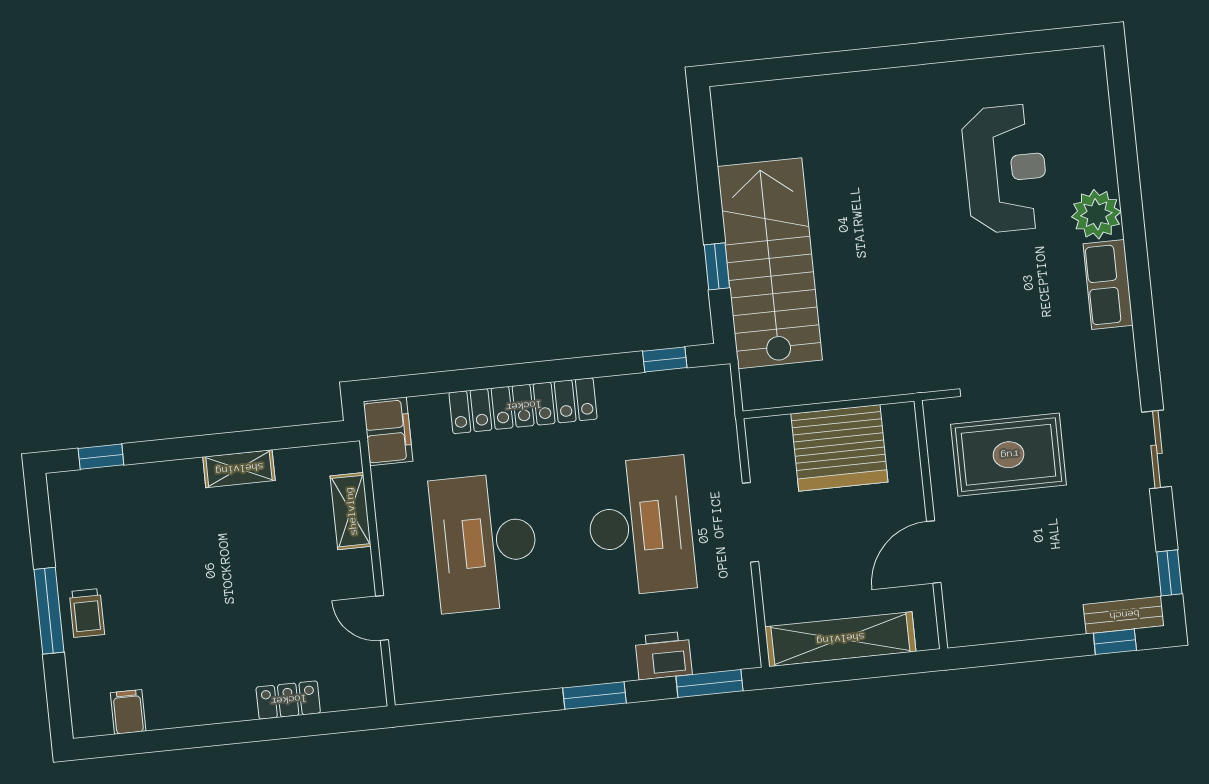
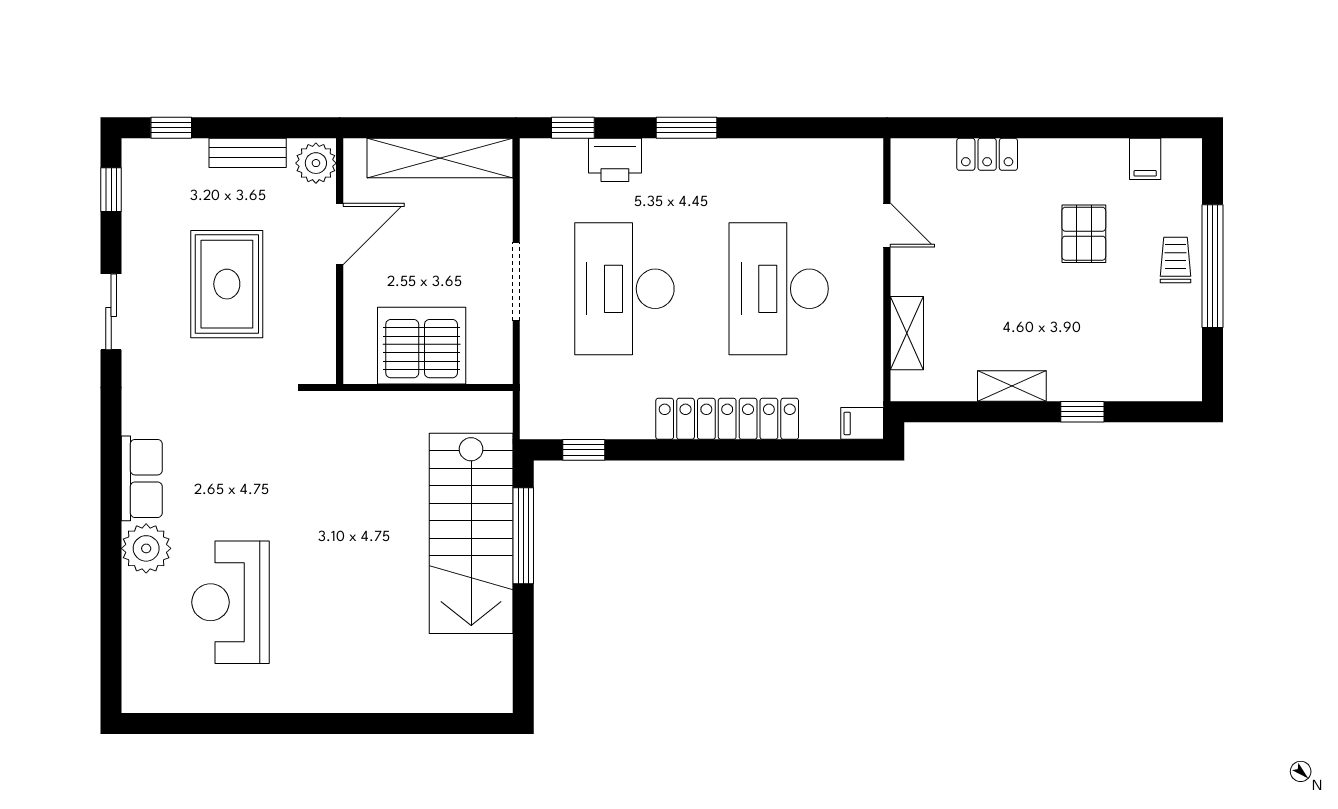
window: (717, 266) -> (523, 536), width x2.17
filing cabinet: (388, 431) -> (862, 423), width x0.50
rug: (1009, 455) -> (227, 284), moved, turned 90
window: (101, 457) -> (1082, 412), moved
desk: (485, 542) -> (779, 289), turned 180
window: (49, 611) -> (1212, 266), width x1.46
bench: (1124, 615) -> (248, 153), moved
plant: (965, 621) -> (316, 163), added
pallet: (182, 630) -> (1084, 234), added
window: (709, 684) -> (573, 128), width x0.67

